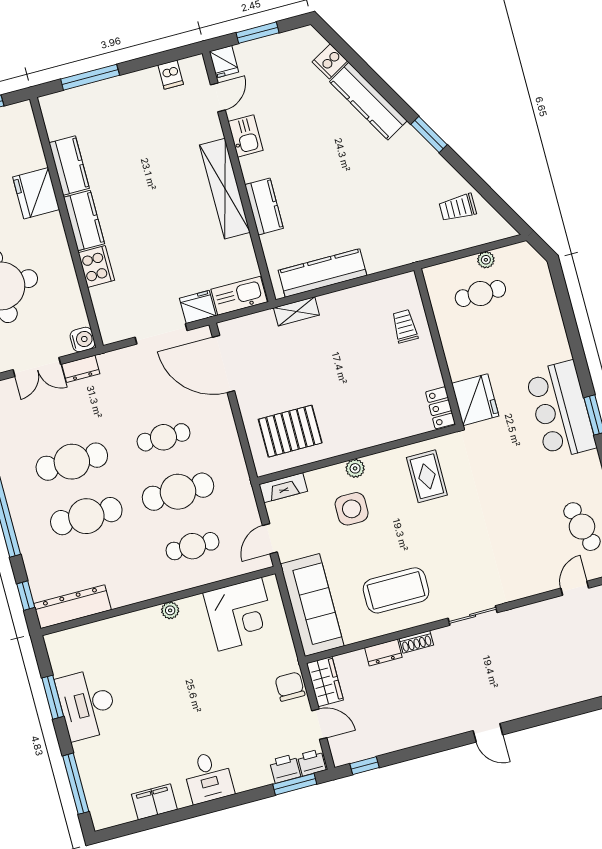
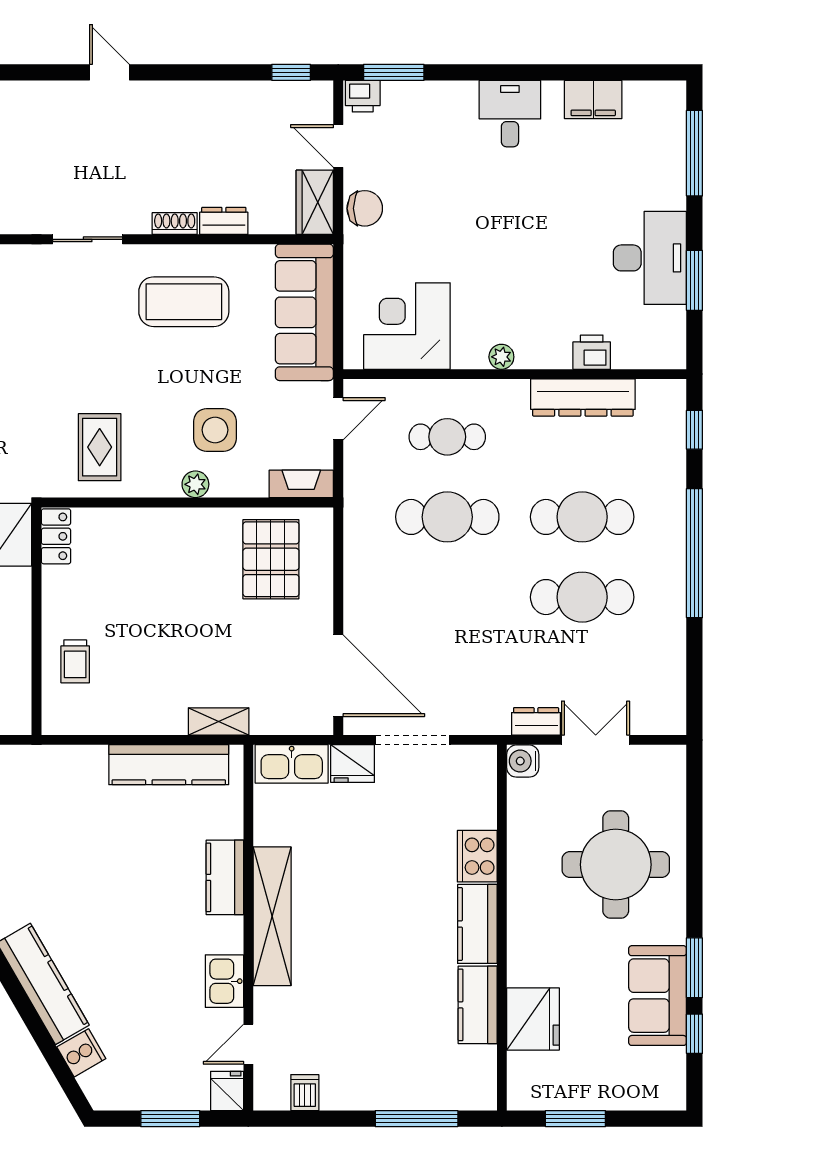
fridge: (36, 193) -> (533, 1019), moved
pallet: (290, 431) -> (271, 559), turned 90
cafe table: (164, 437) -> (447, 597), removed
dresser: (73, 607) -> (583, 398), moved
chair: (290, 687) -> (365, 208), turned -90
printer: (285, 769) -> (592, 352), moved, turned 180

